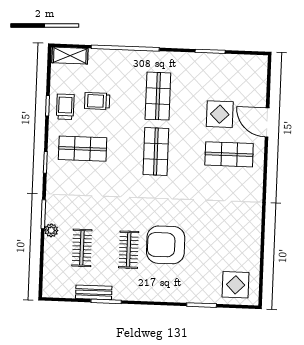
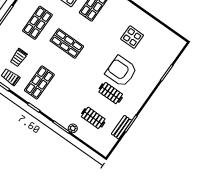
shop shelf: (158, 96) -> (37, 23), turned 90
armchair: (166, 245) -> (121, 71), turned 90
display table: (236, 285) -> (132, 37), moved

